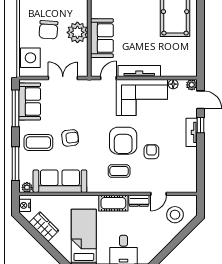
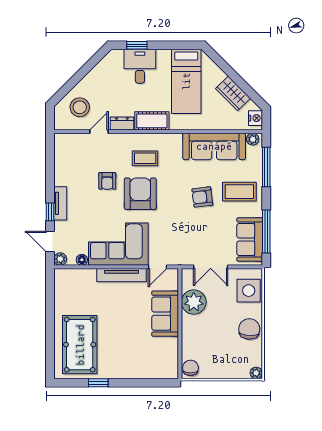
chair: (48, 30) -> (249, 329), moved
plant: (77, 32) -> (194, 302), moved

